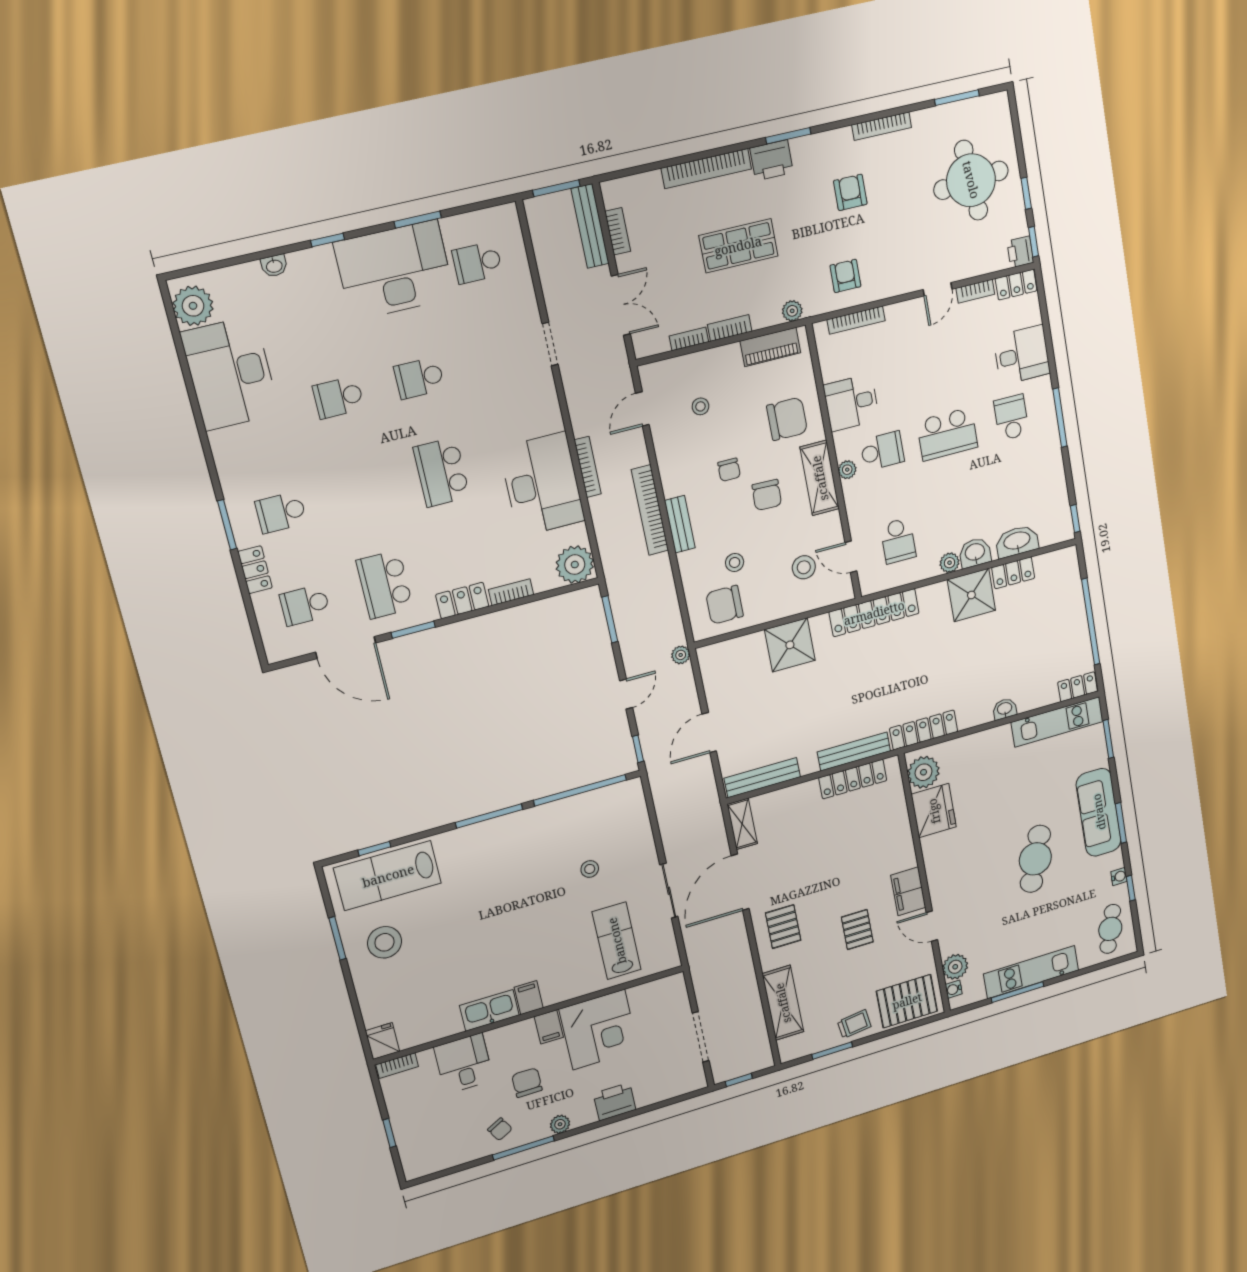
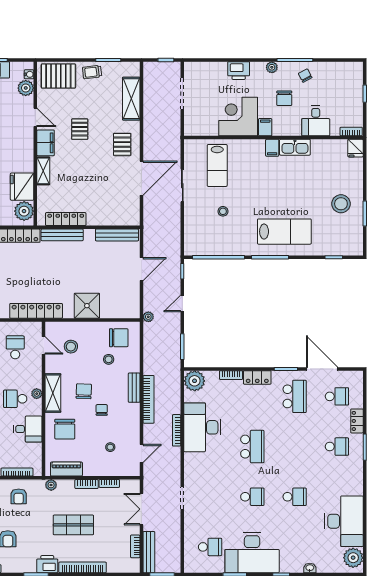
chair: (787, 419) -> (65, 429), turned -90
shelving: (742, 824) -> (43, 171), moved
lab bench: (388, 876) -> (284, 232), moved

